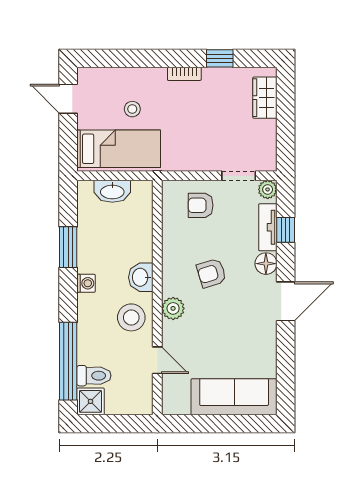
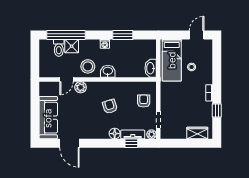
washbasin: (112, 191) -> (151, 68), moved
door: (286, 301) -> (69, 143), moved
plant: (173, 308) -> (81, 87), moved
shower: (90, 401) -> (72, 46), moved

